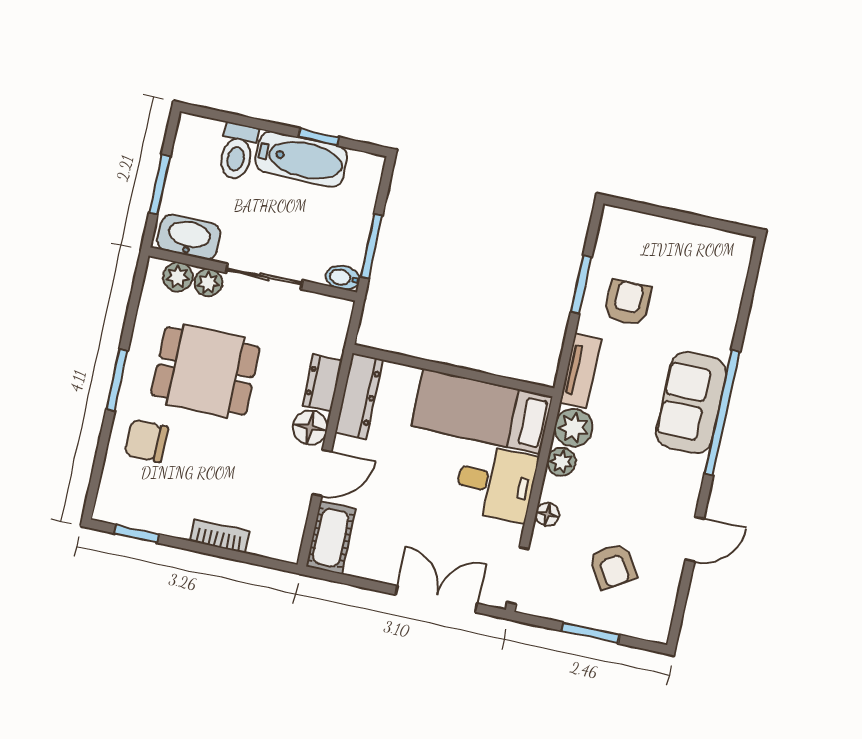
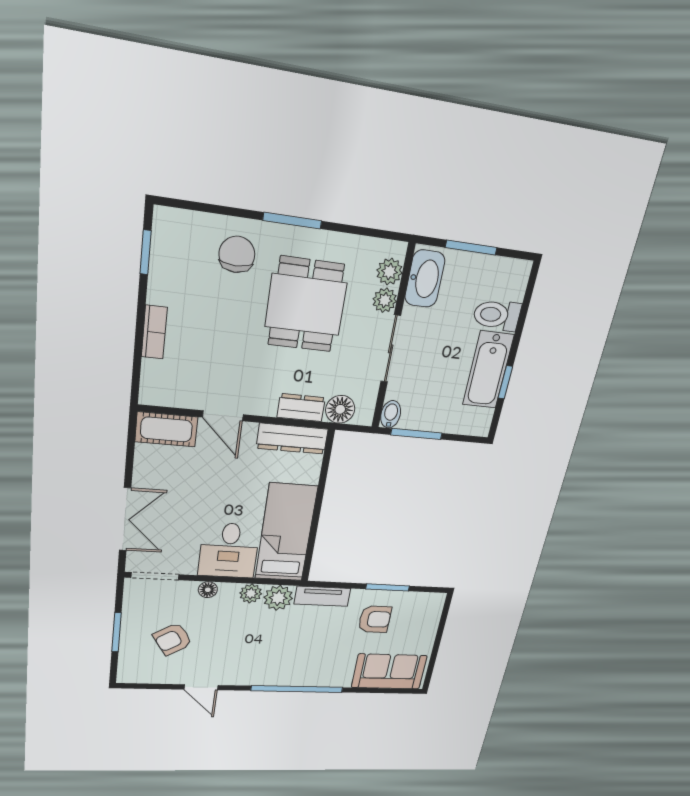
sofa: (691, 403) -> (389, 672), moved
floor lamp: (310, 427) -> (340, 409), moved

